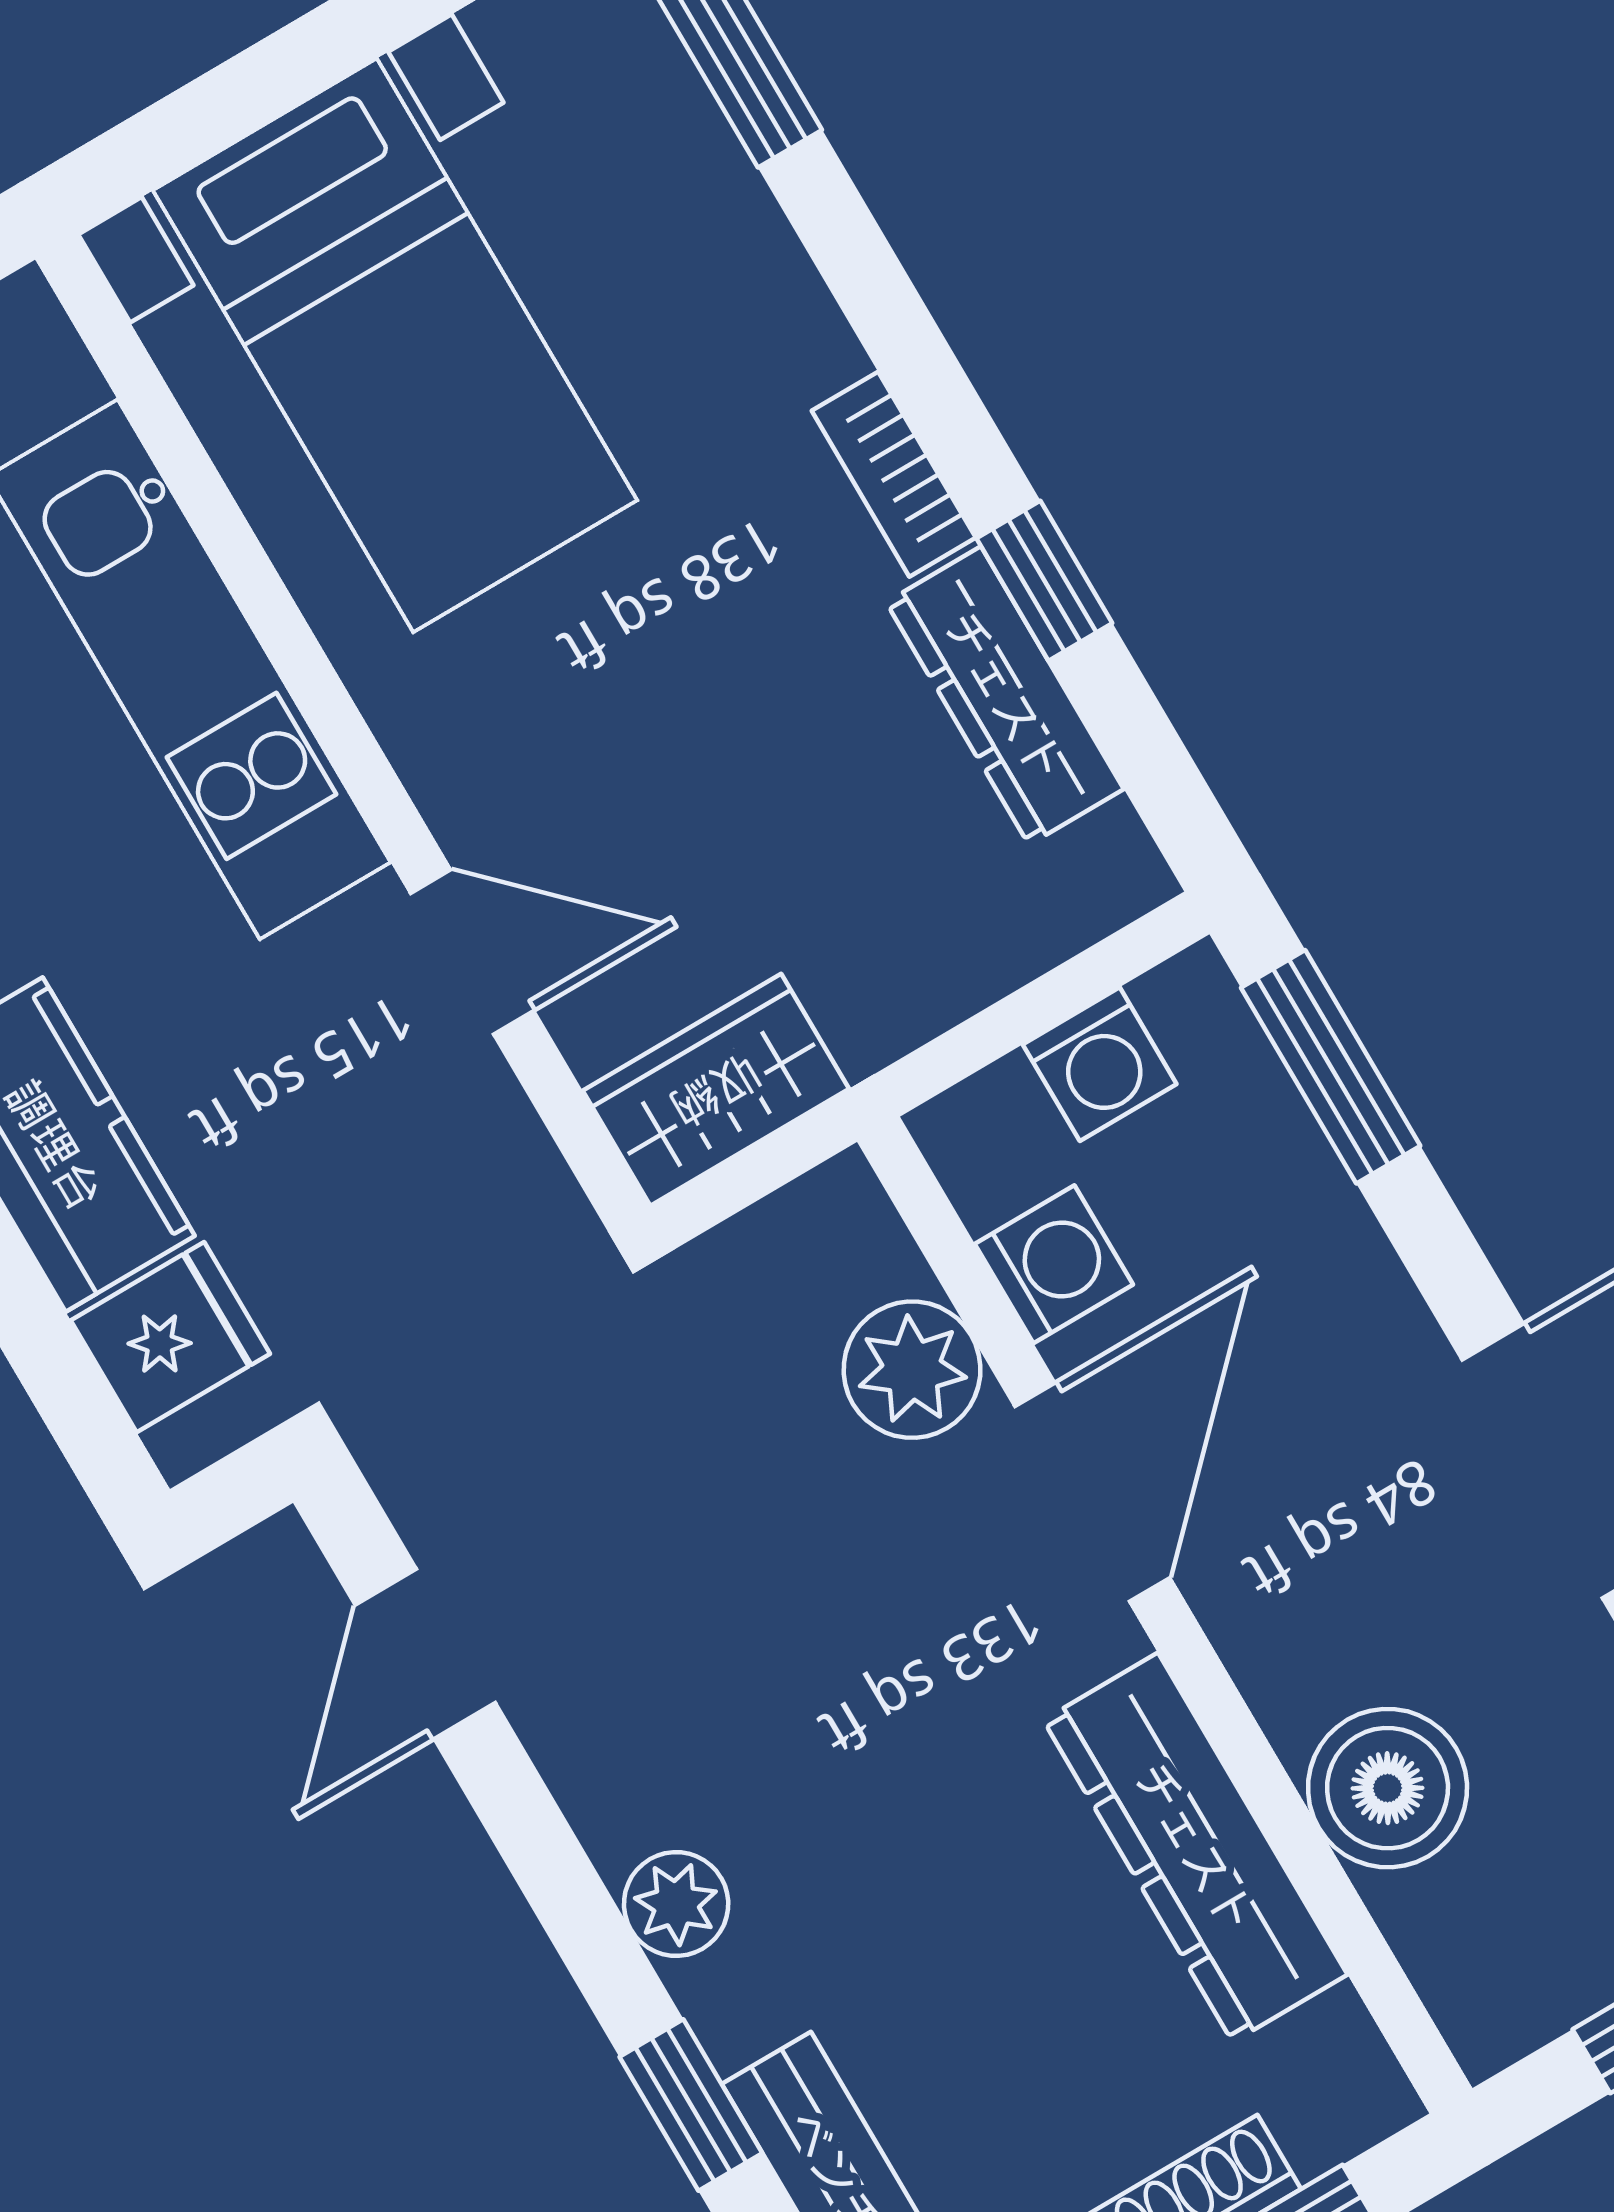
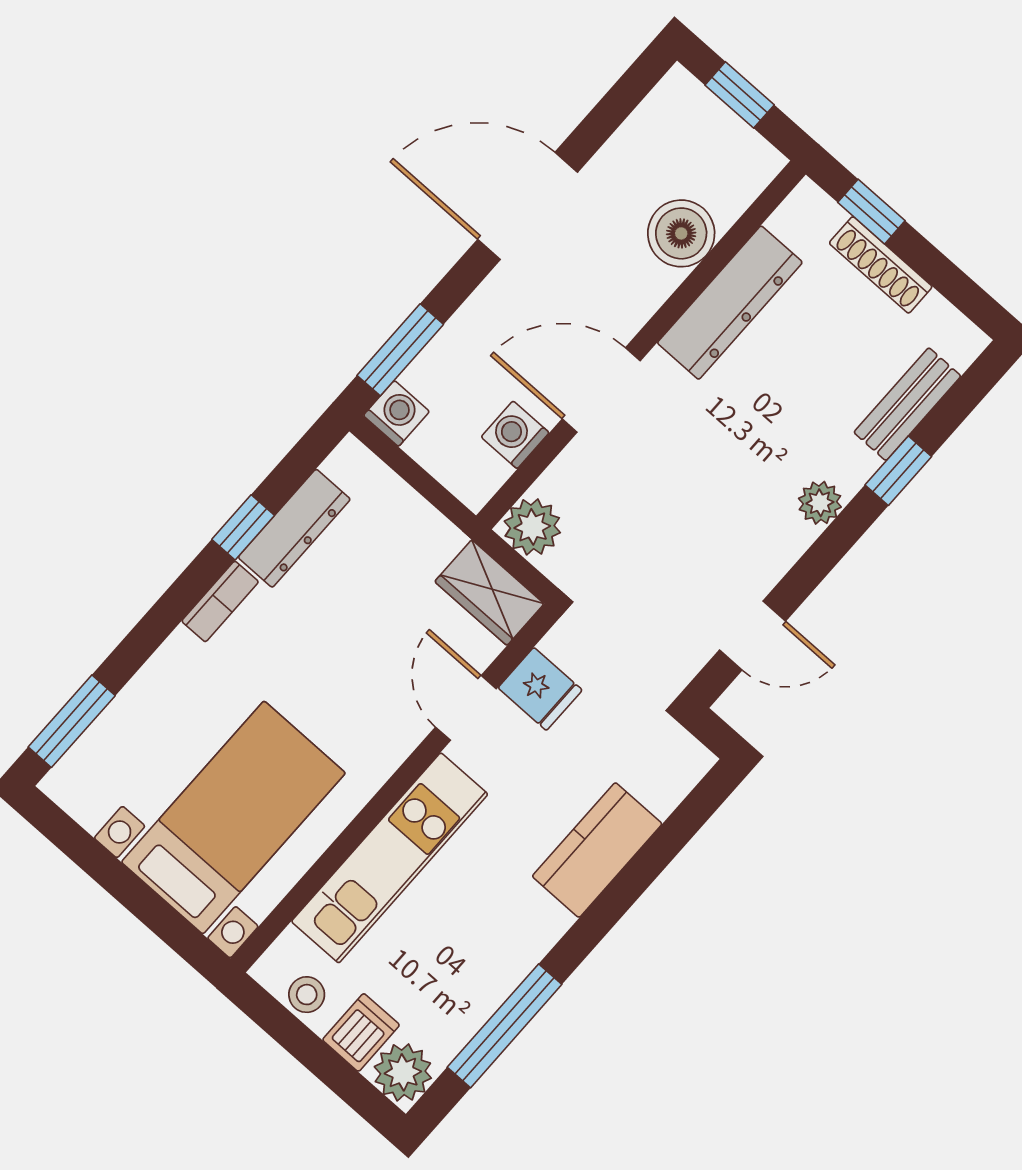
washing machine: (1100, 1064) -> (396, 413), moved
fridge: (170, 1337) -> (540, 689), moved, turned 180
plant: (912, 1370) -> (532, 527), moved

